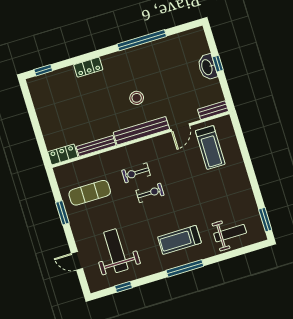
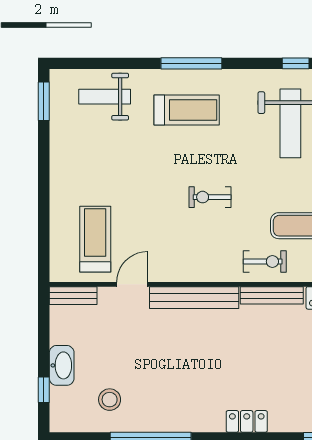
window: (218, 64) -> (44, 390), moved
stool: (137, 98) -> (110, 400), moved
exercise bike: (136, 173) -> (265, 262), moved

